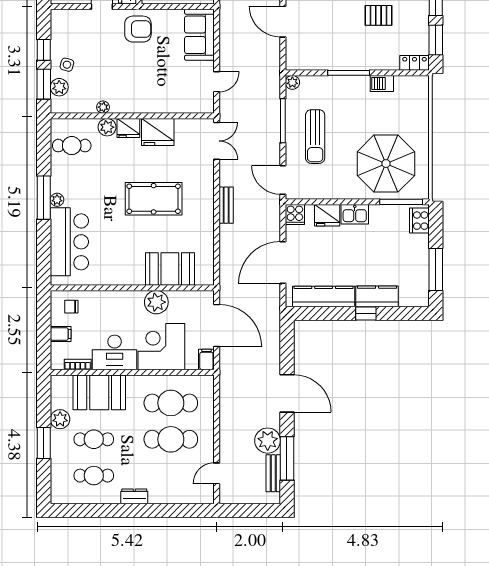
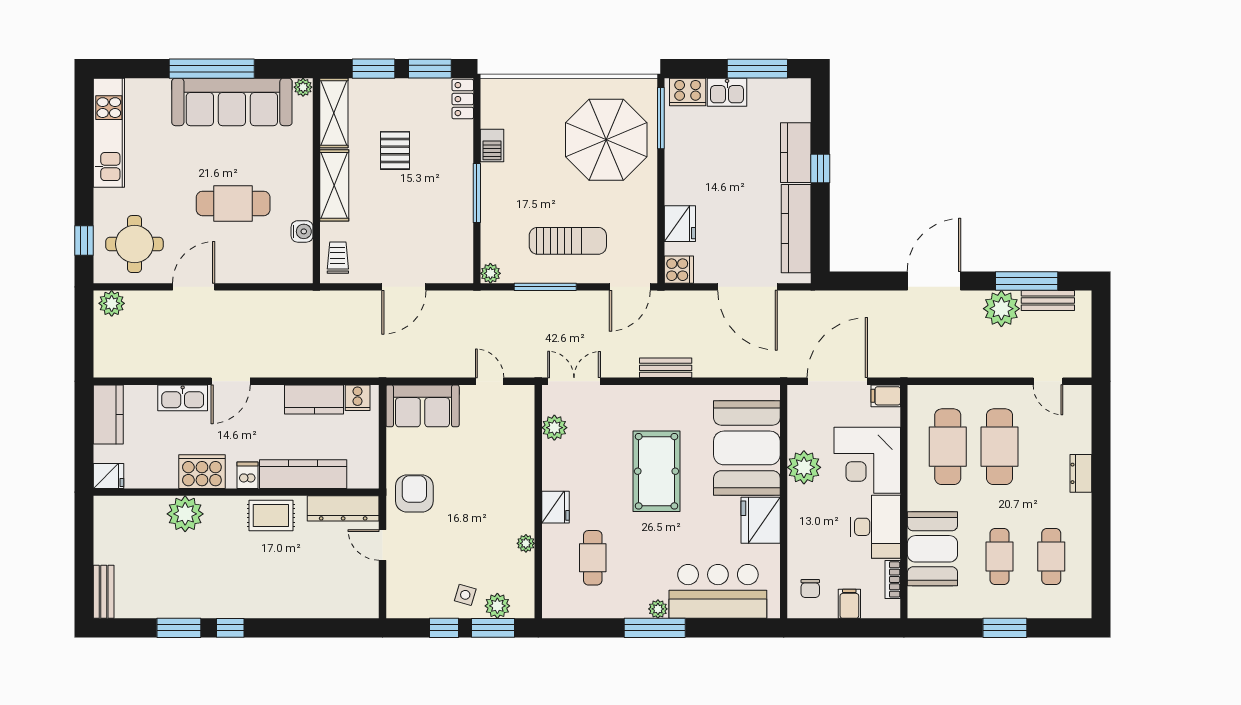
plant: (107, 127) -> (554, 428), moved
fridge: (158, 132) -> (761, 520), moved, turned 180
cafe table: (72, 146) -> (593, 558), moved
kitchen sink: (355, 214) -> (727, 92), moved, turned 90
booth: (170, 269) -> (747, 448), width x1.36, depth x1.42
plant: (60, 419) -> (971, 605), removed
dresser: (134, 496) -> (1081, 473), moved

